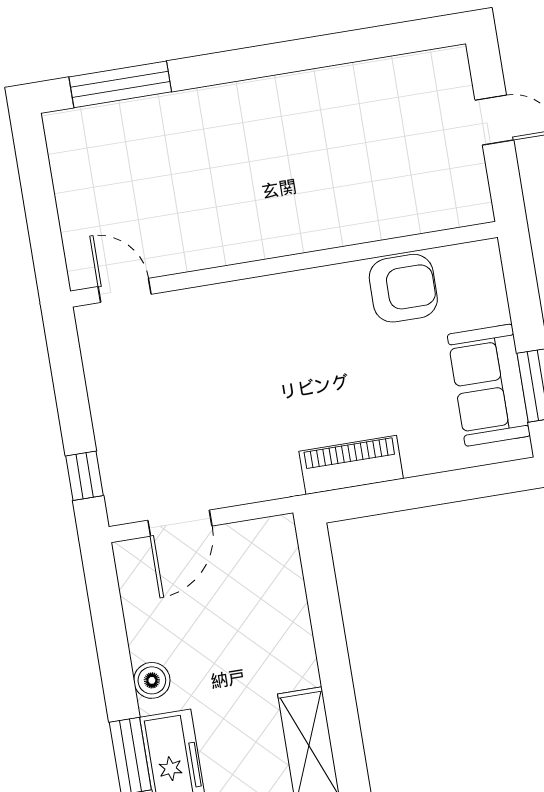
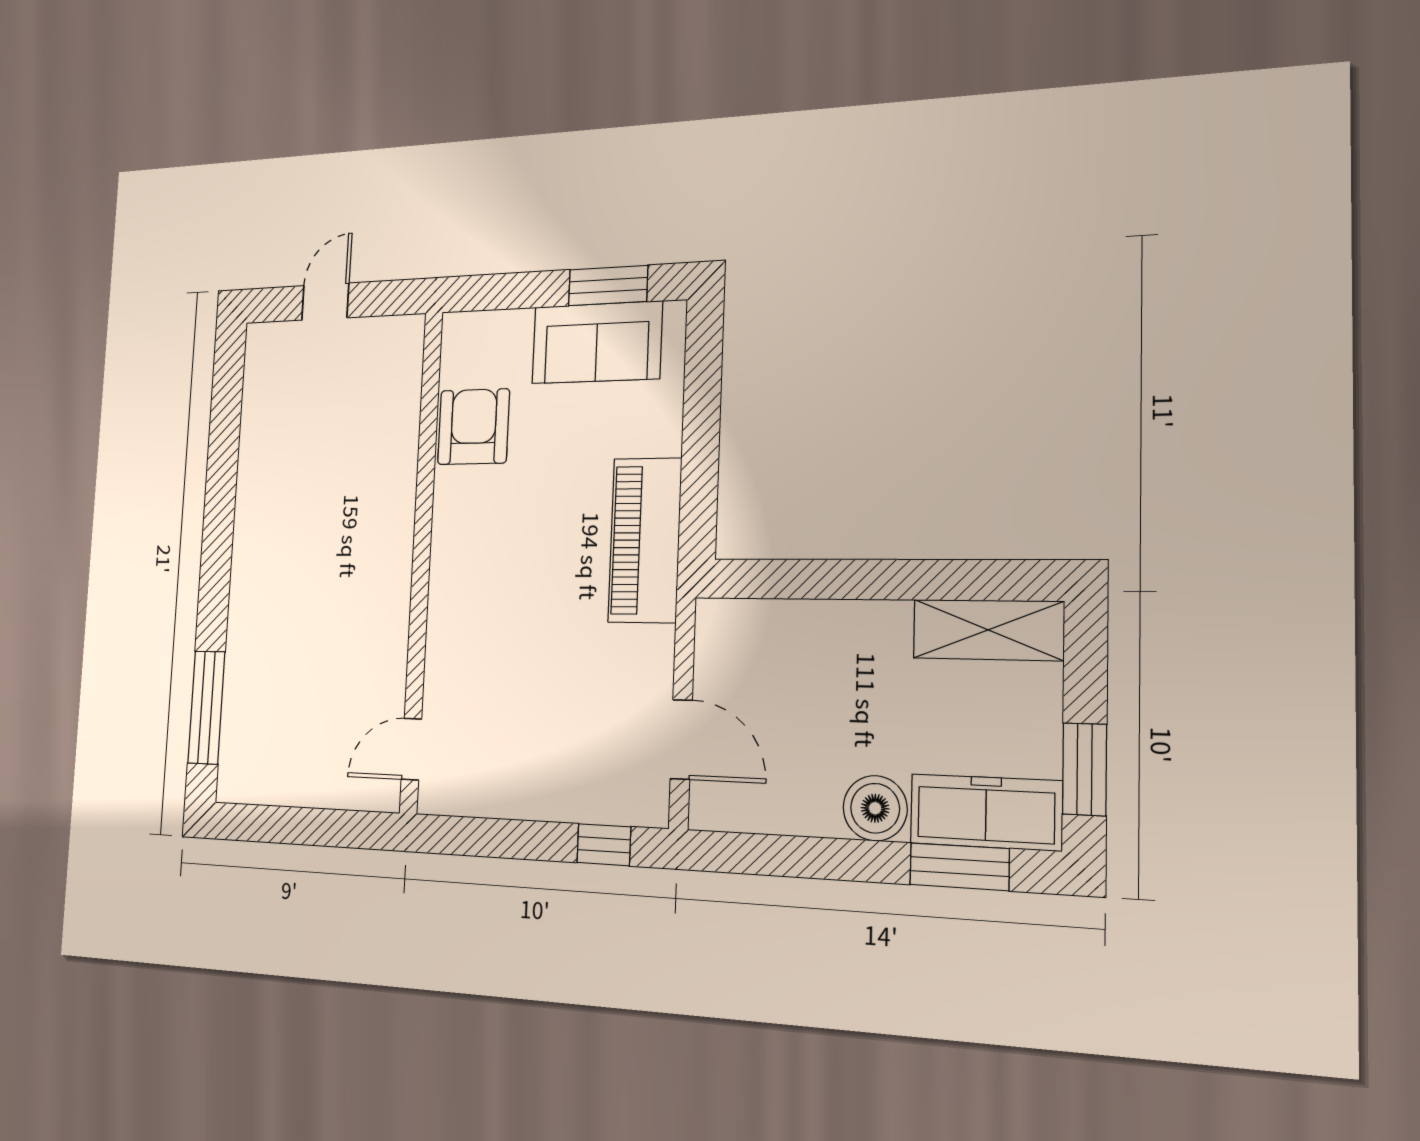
piano: (351, 465) -> (645, 540), width x1.37, depth x1.33
boiler: (152, 680) -> (875, 808), width x1.36, depth x1.36

